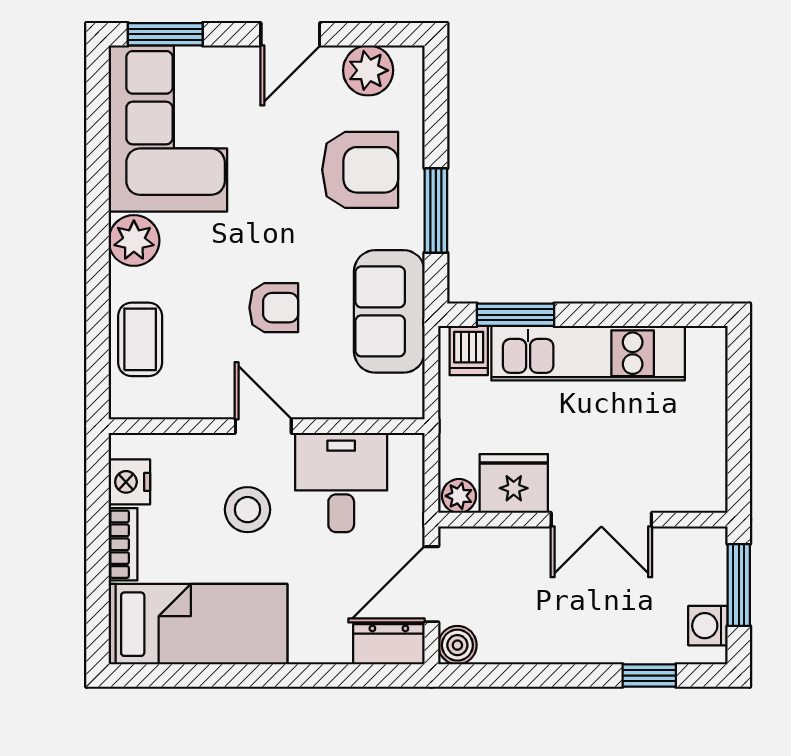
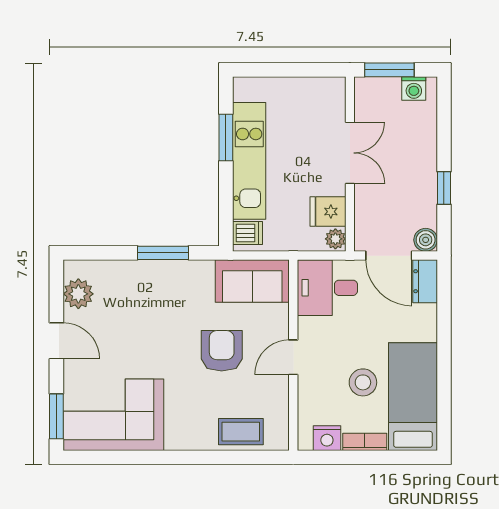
armchair: (360, 170) -> (138, 299), removed
plant: (134, 241) -> (181, 435), removed
armchair: (274, 308) -> (222, 351), width x1.38, depth x1.38
sofa: (389, 311) -> (252, 281), moved
window: (515, 315) -> (226, 137), moved
desk: (341, 482) -> (327, 288), moved
fridge: (514, 484) -> (328, 212), width x0.72
stool: (247, 510) -> (363, 382), moved
window: (649, 676) -> (444, 188), moved

